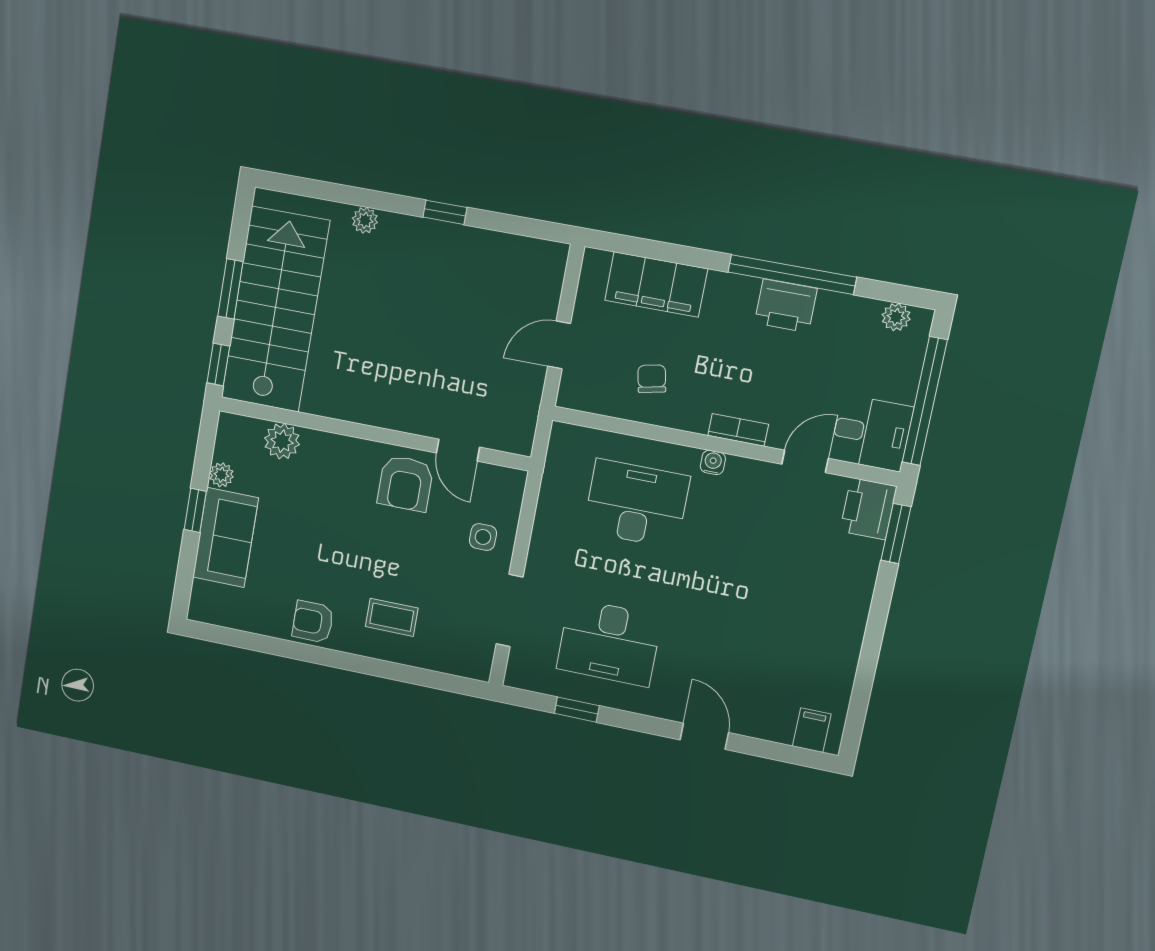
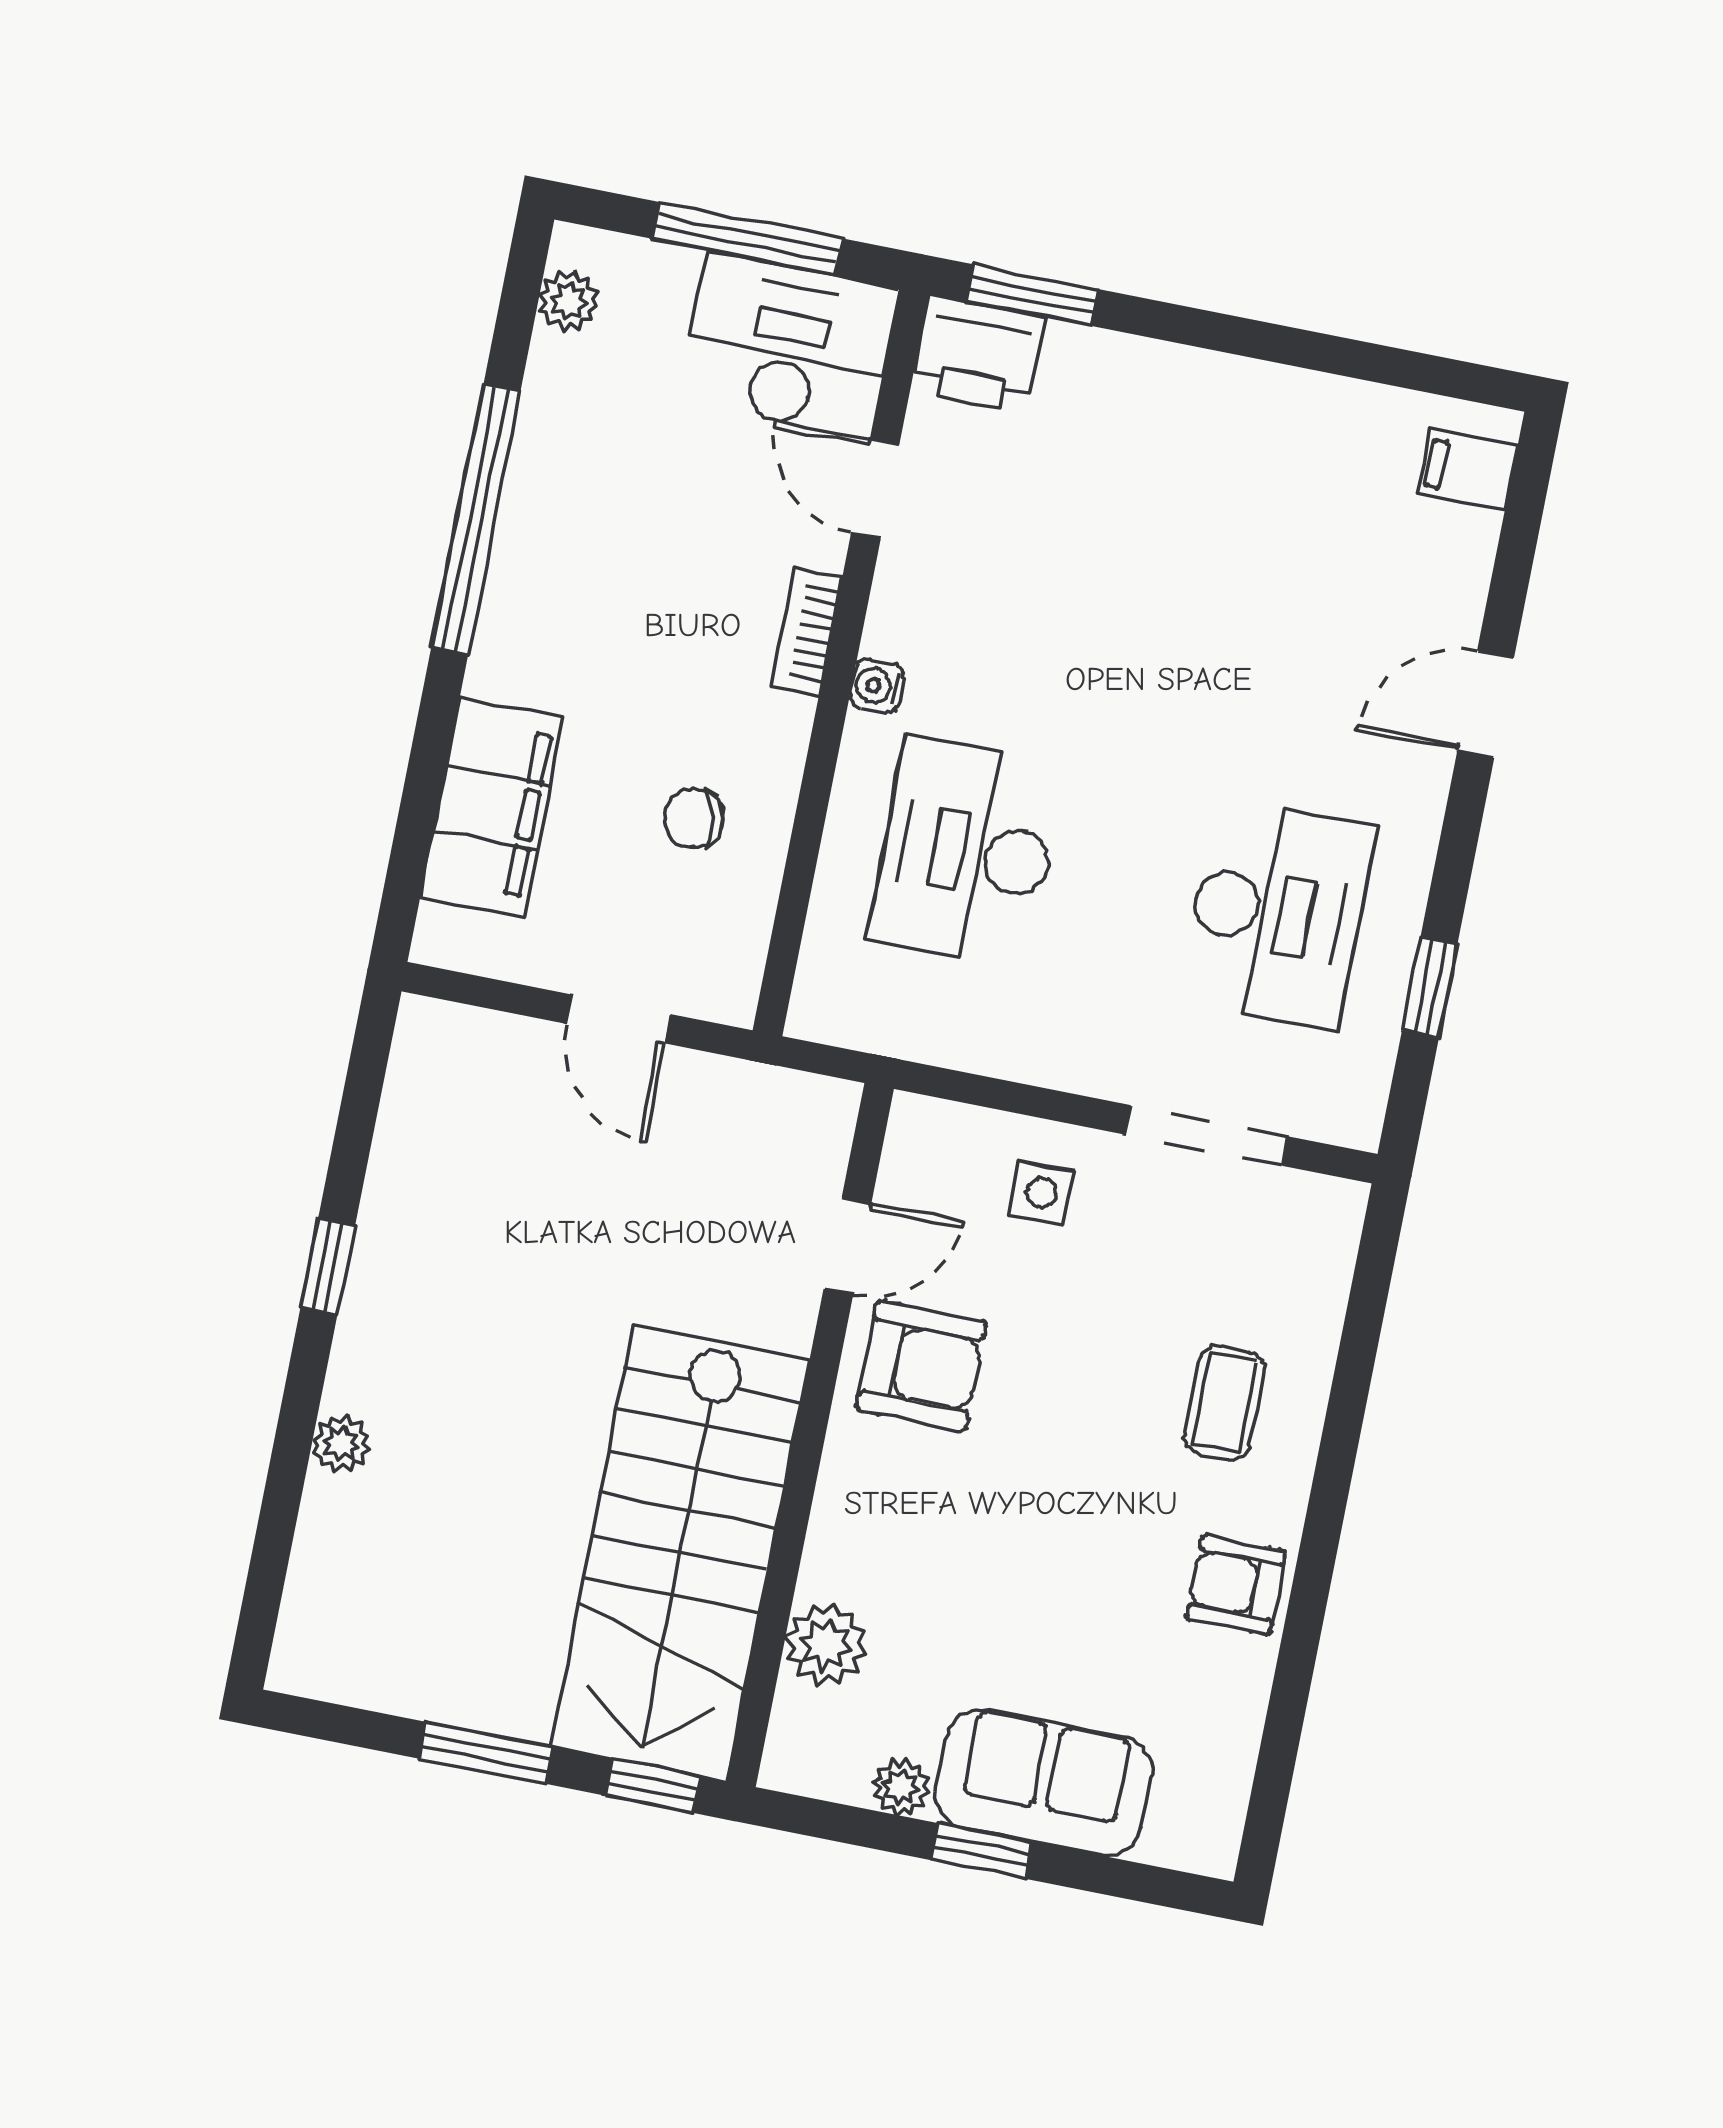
printer: (786, 306) -> (541, 532), removed
stairs: (275, 310) -> (680, 1553), moved, turned -90
window: (925, 401) -> (748, 239), width x0.68
desk: (871, 433) -> (789, 344), width x1.37
armchair: (313, 622) -> (1236, 1585), turned 90

